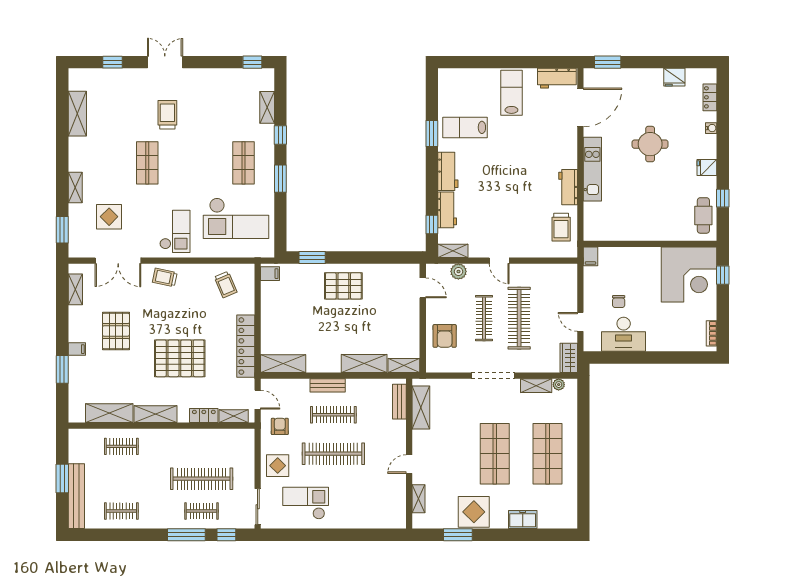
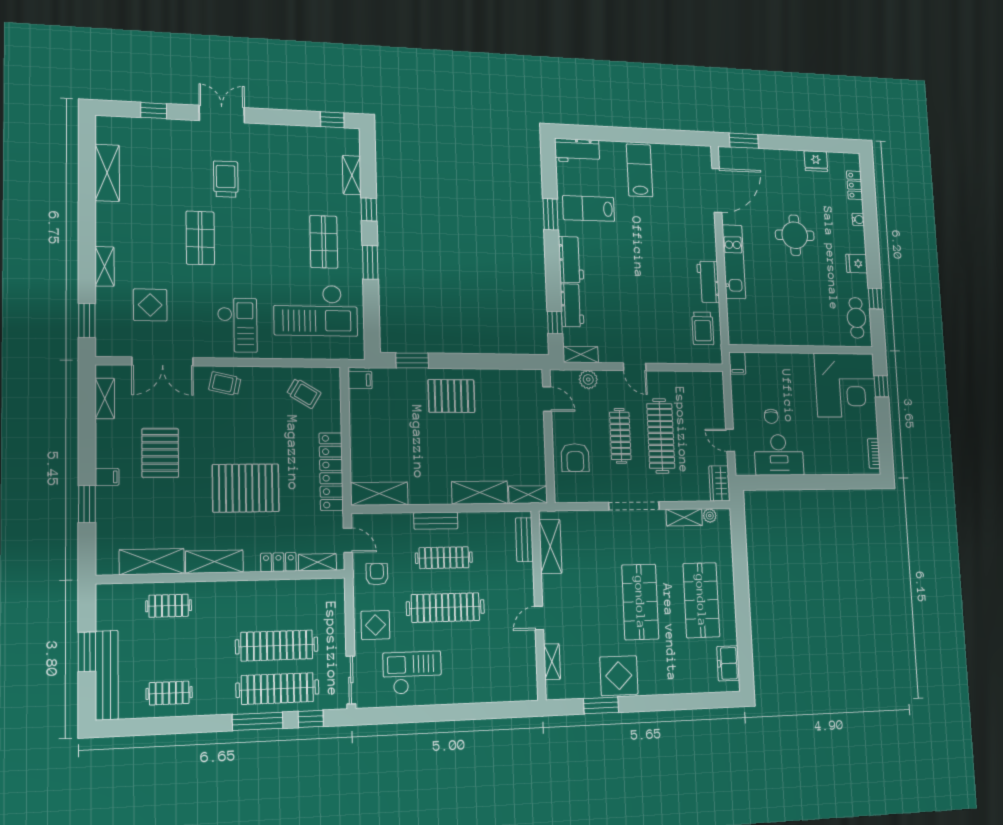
workbench: (557, 78) -> (577, 151), moved
trolley: (226, 285) -> (304, 393), turned -36
clothes rail: (202, 511) -> (277, 689), width x1.86, depth x1.31
freezer: (523, 520) -> (728, 663), moved, turned -90

